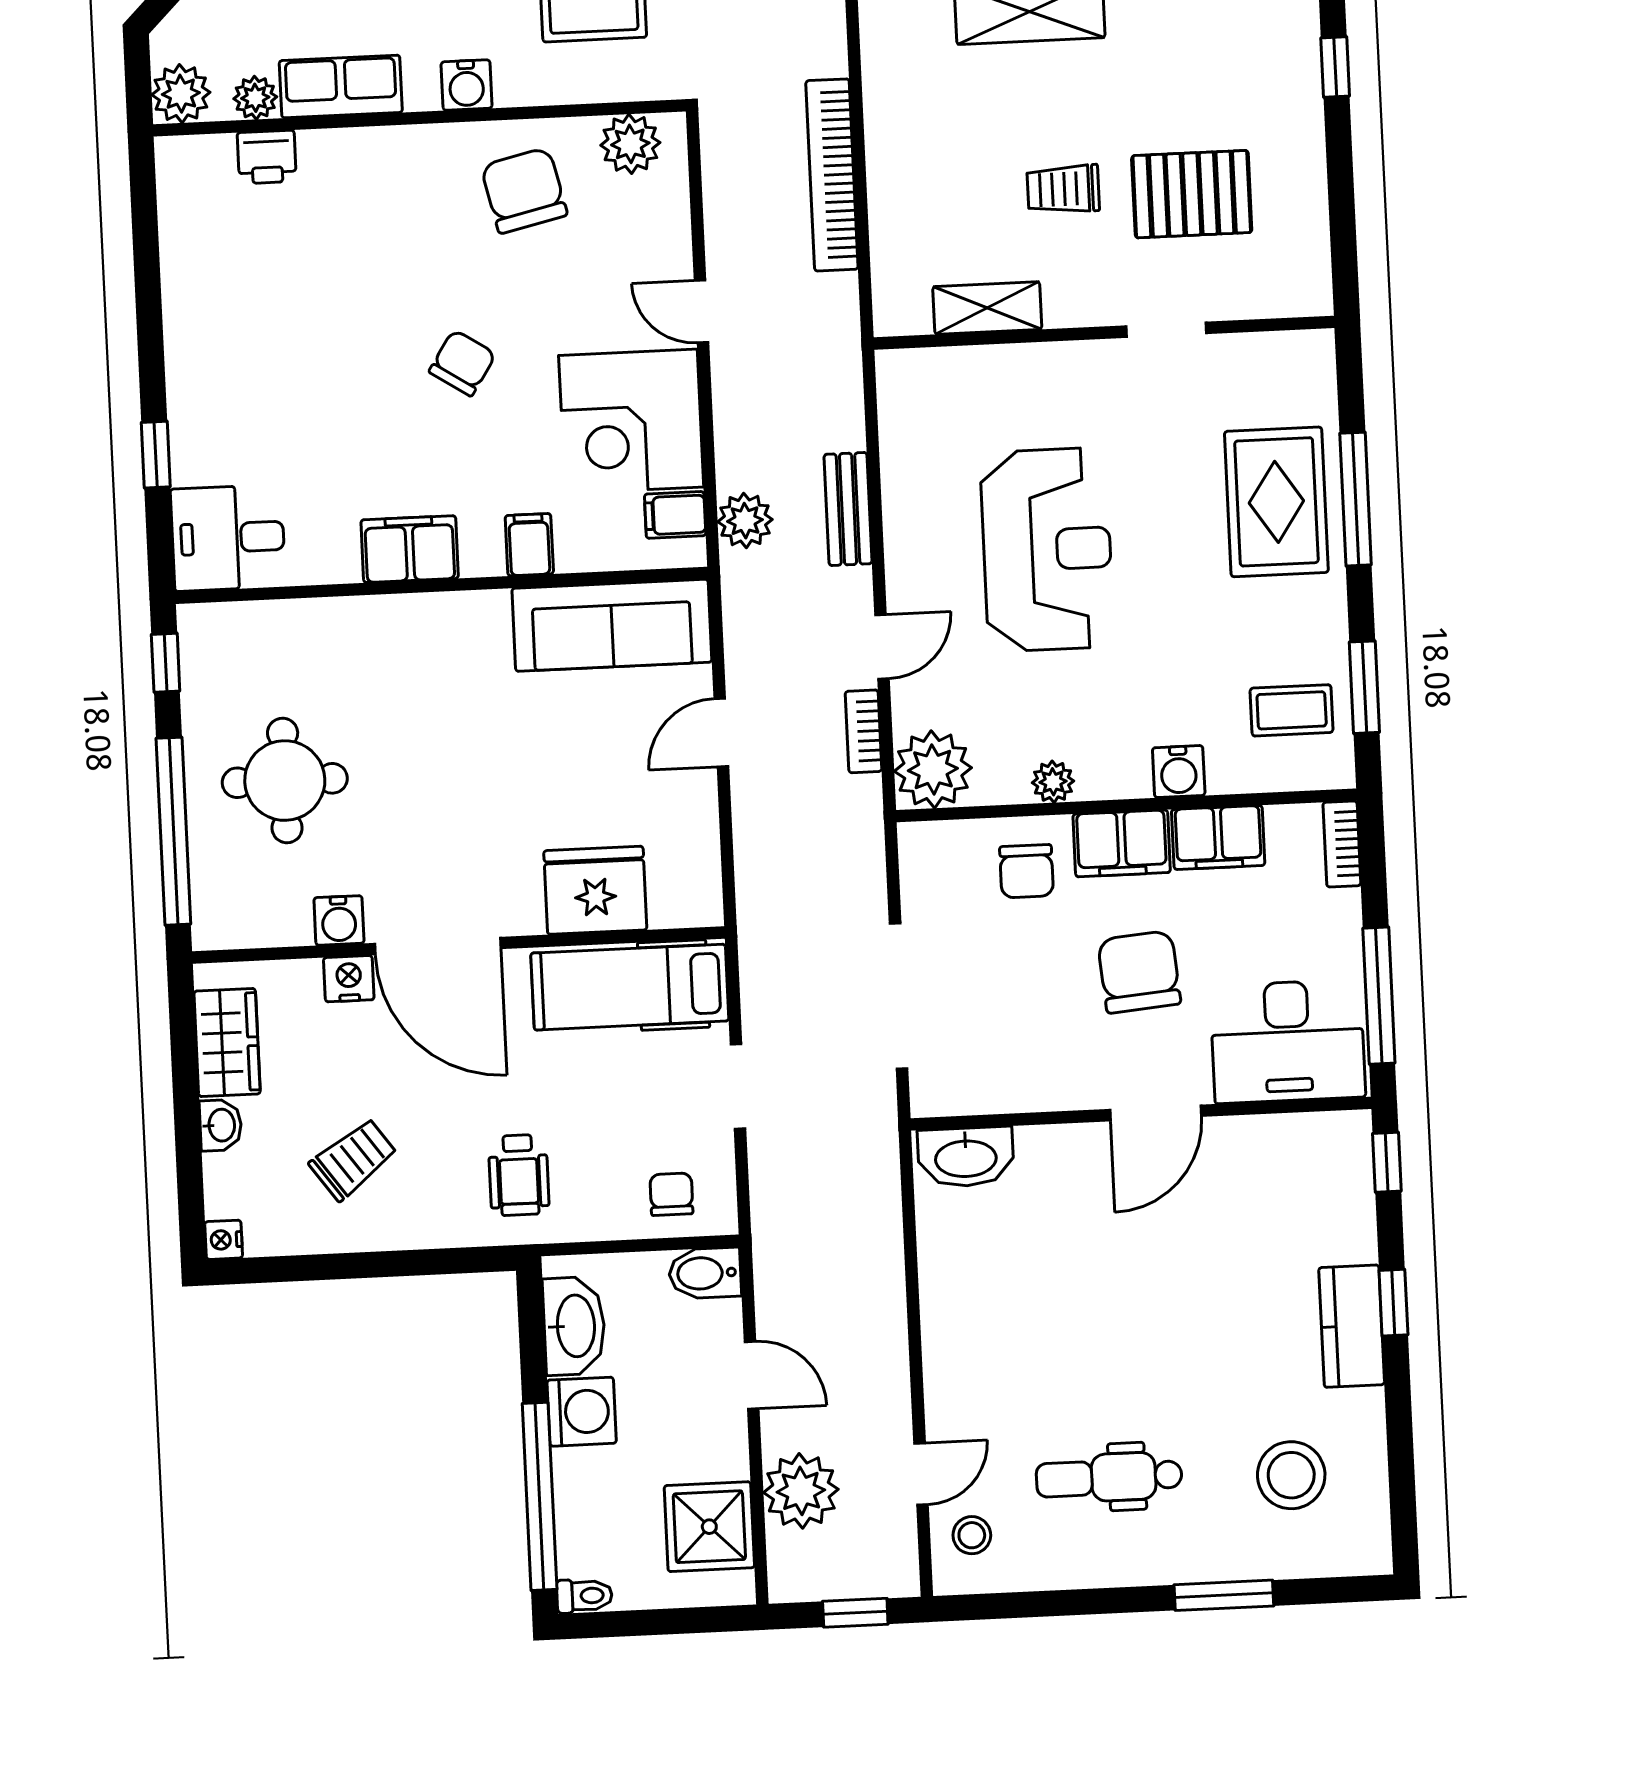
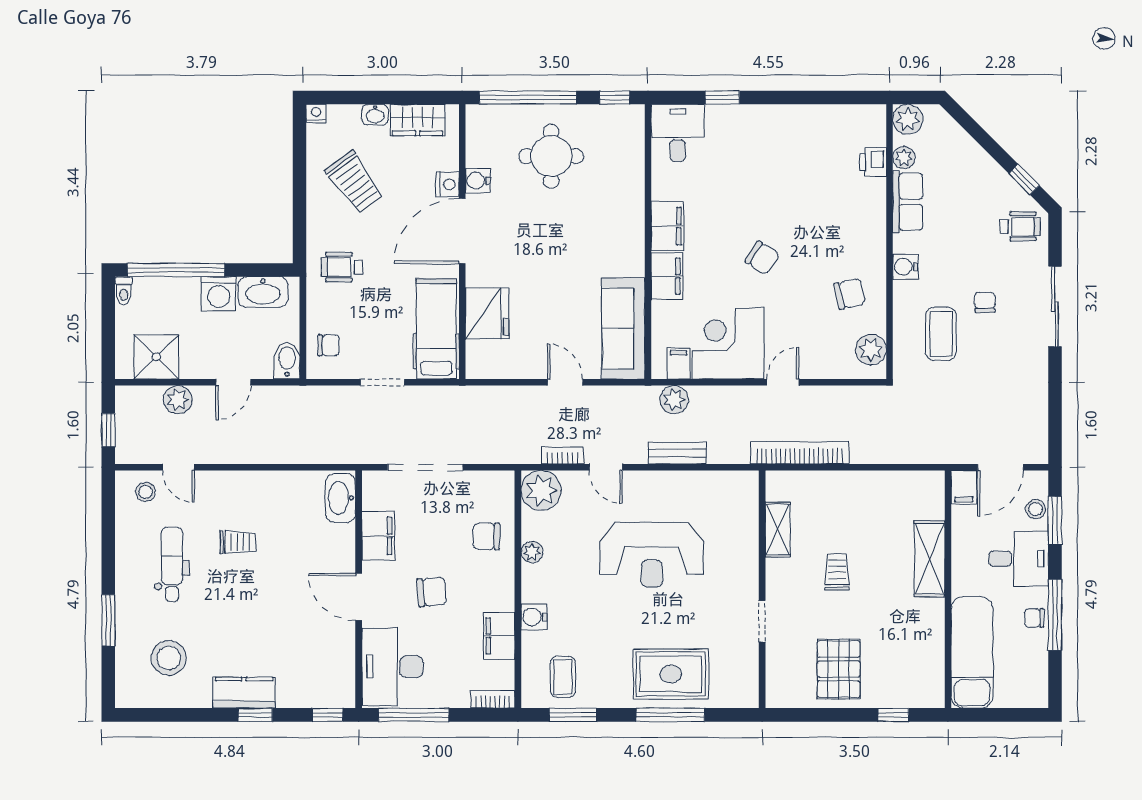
bookcase: (832, 175) -> (800, 453), moved
chair: (524, 190) -> (850, 294), width x0.73, depth x0.73
pallet: (1192, 194) -> (839, 669), moved
filing cabinet: (529, 545) -> (667, 276), width x2.00
filing cabinet: (1122, 843) -> (378, 536), moved, turned 180
chair: (1139, 972) -> (432, 592), width x0.73, depth x0.73
trolley: (353, 1159) -> (354, 182), width x1.36, depth x1.39
trolley: (1060, 1352) -> (238, 542), added
plant: (801, 1491) -> (178, 400), width x0.73, depth x0.73

